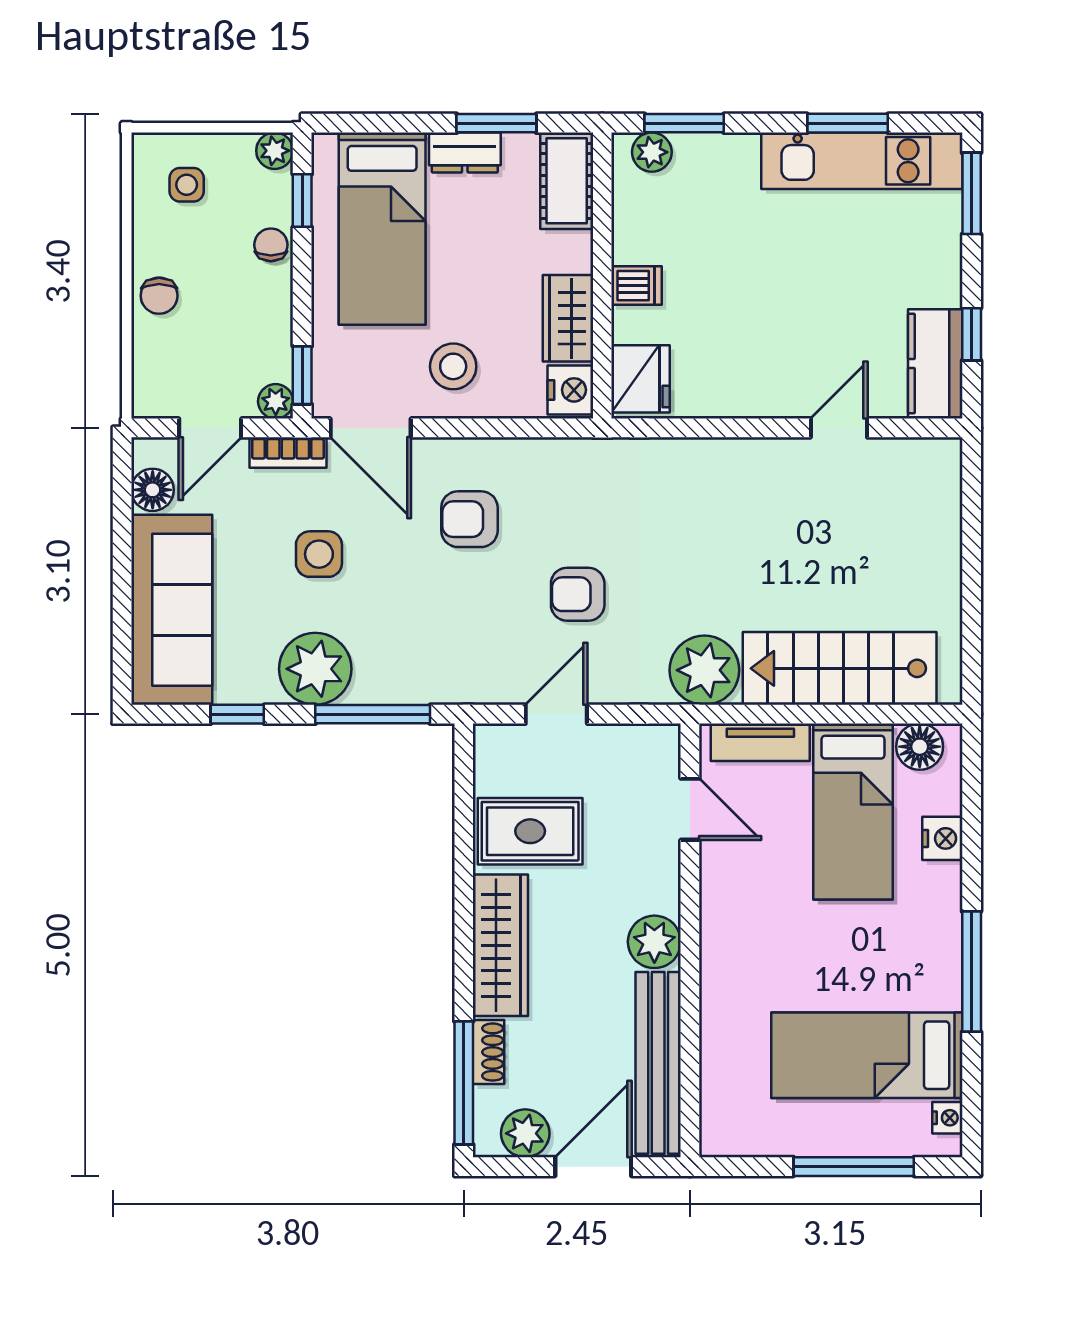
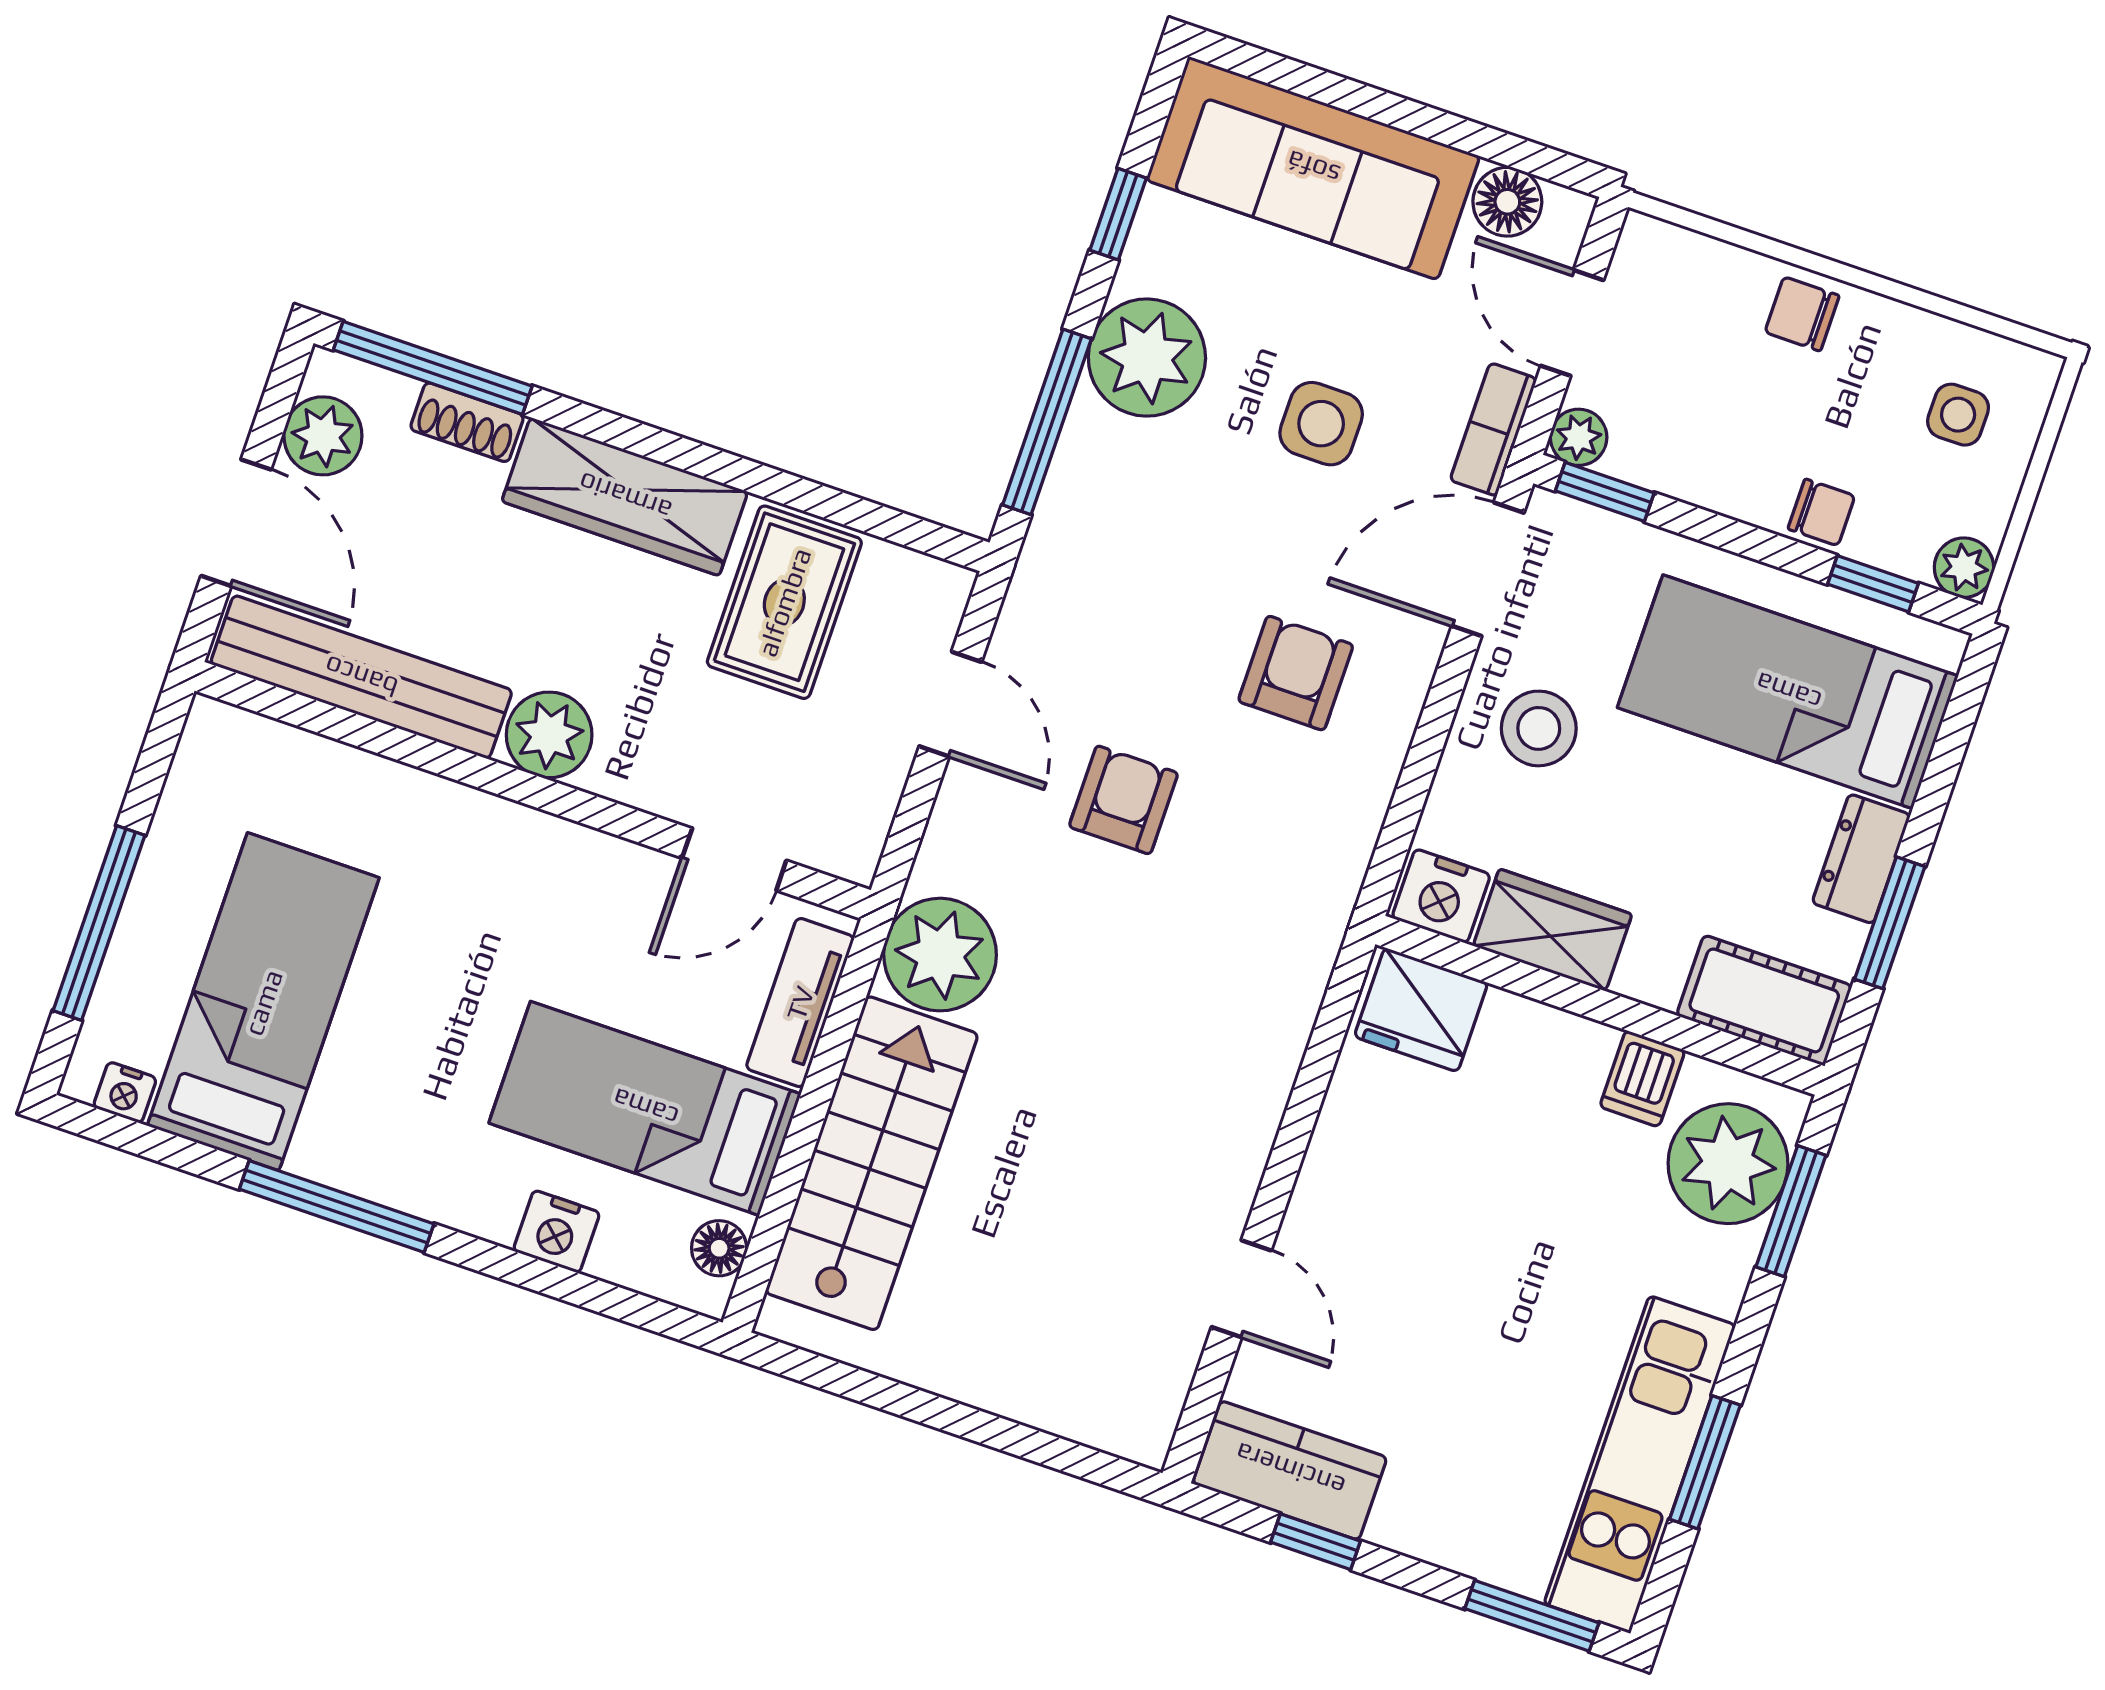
plant: (652, 152) -> (1728, 1164), width x1.87, depth x1.87
dishwasher: (637, 286) -> (1642, 1079), moved
floor lamp: (920, 747) -> (719, 1248), width x0.73, depth x0.73

